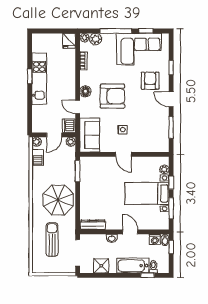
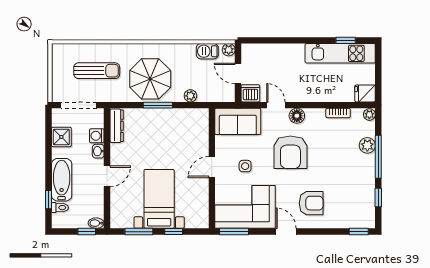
plant: (96, 39) -> (367, 145), moved
corner sofa: (139, 49) -> (245, 207), moved, turned 90
window: (171, 68) -> (359, 232), moved
window: (30, 76) -> (346, 40), moved
kitchen unit: (39, 79) -> (340, 53), moved
door: (171, 99) -> (286, 232), hinge flipped
door: (78, 107) -> (276, 105), hinge flipped
window: (171, 127) -> (234, 232), moved
plant: (71, 142) -> (190, 96), moved
plant: (164, 169) -> (191, 222), removed
window: (78, 171) -> (158, 105), moved
washing machine: (155, 239) -> (97, 136), moved

